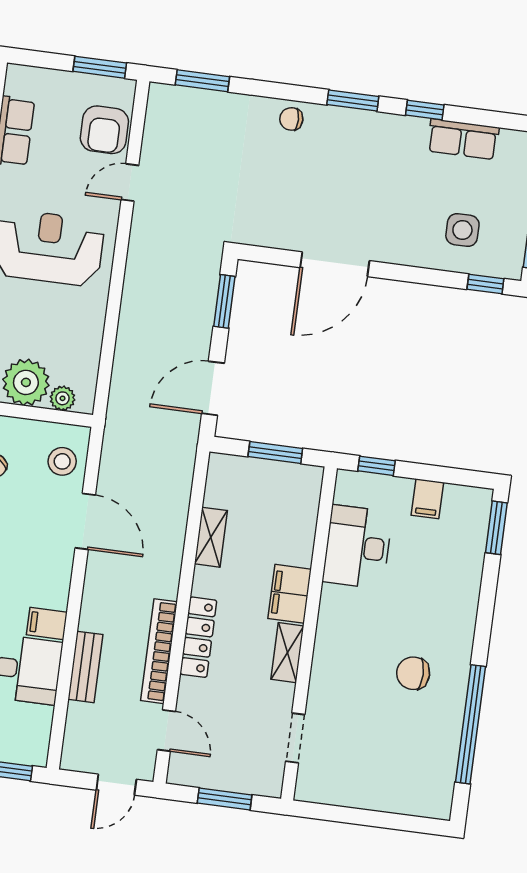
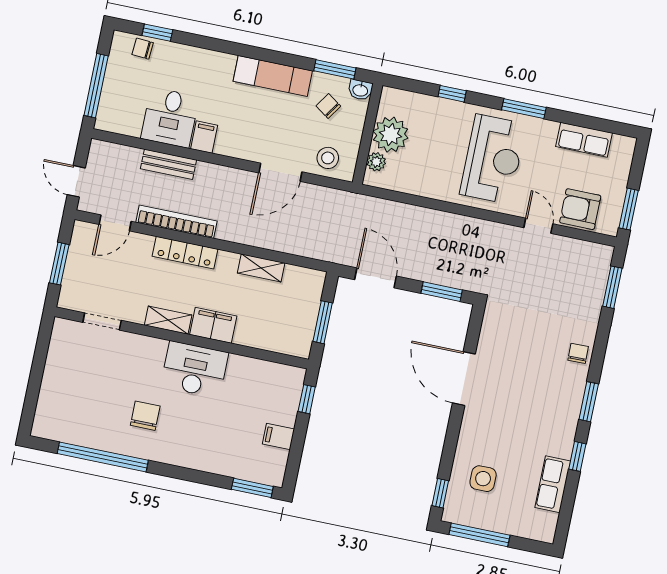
desk: (357, 547) -> (195, 369), moved

